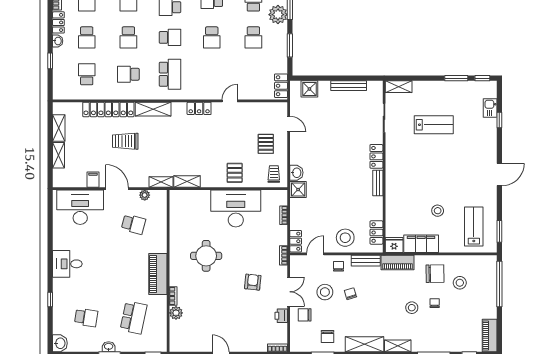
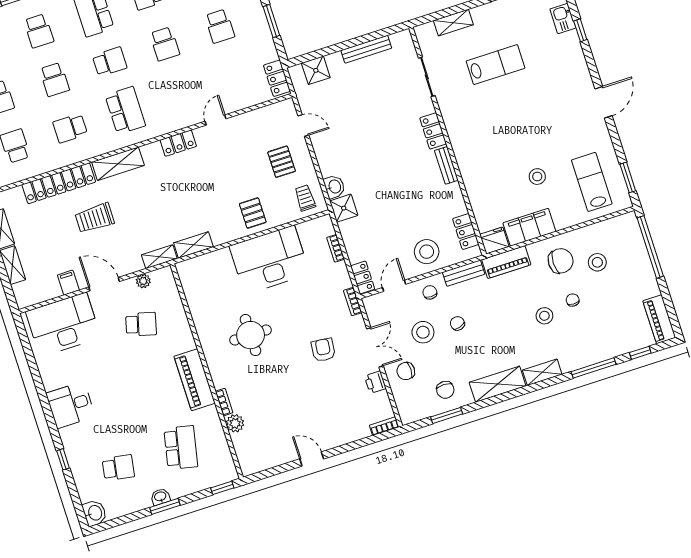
shelving: (399, 87) -> (453, 23), moved

